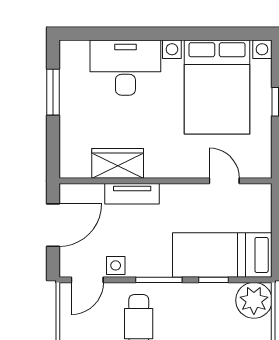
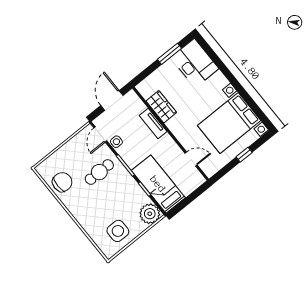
desk: (125, 68) -> (195, 63), moved
door: (224, 181) -> (191, 159), hinge flipped
door: (53, 225) -> (112, 100), swing flipped
door: (87, 280) -> (100, 134), hinge flipped

